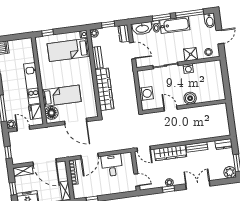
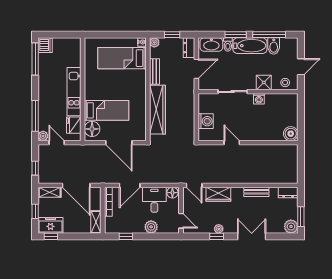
bidet: (210, 21) -> (274, 46), moved
window: (48, 33) -> (100, 35), removed
door: (132, 51) -> (196, 69), hinge flipped
boiler: (190, 98) -> (291, 134), moved
wardrobe: (170, 153) -> (218, 194), width x0.67
floor lamp: (126, 157) -> (172, 193), added
plant: (112, 188) -> (151, 227), added

